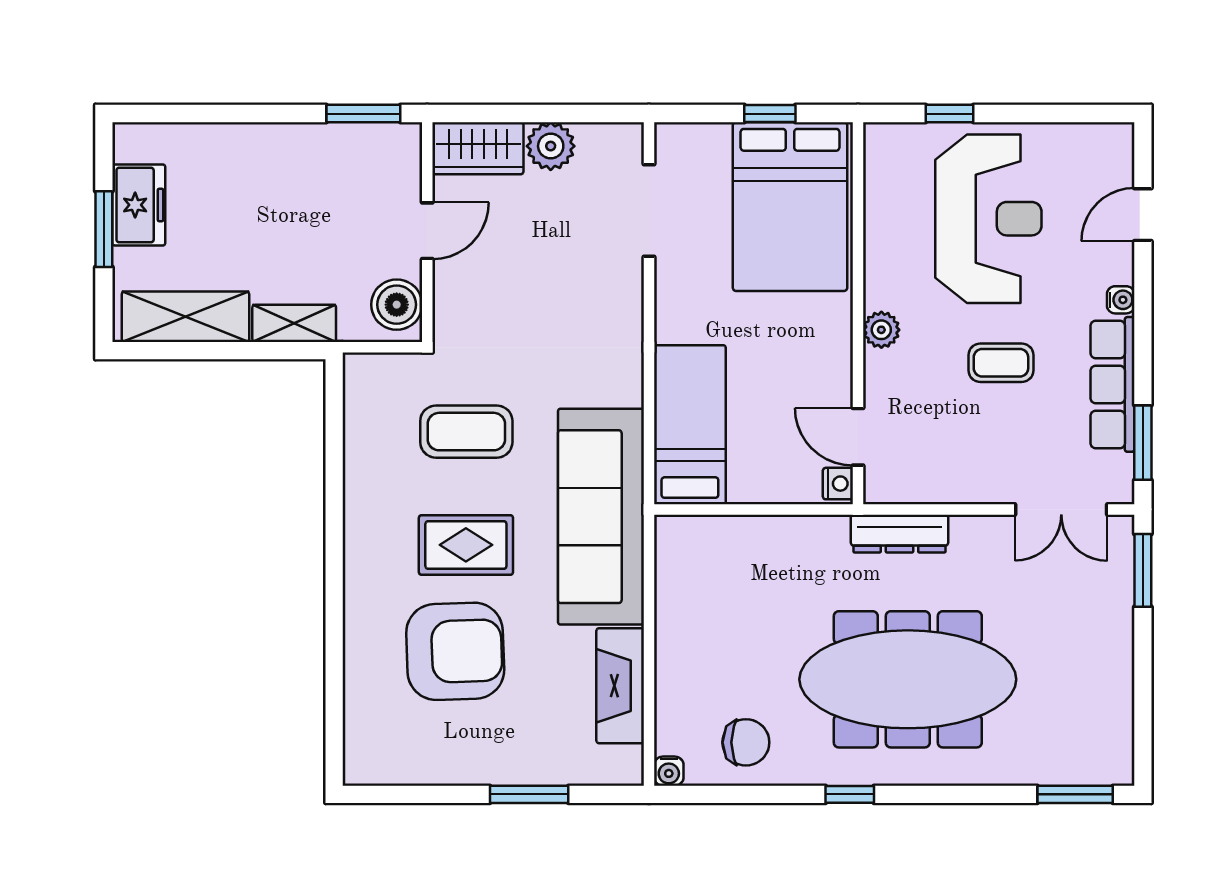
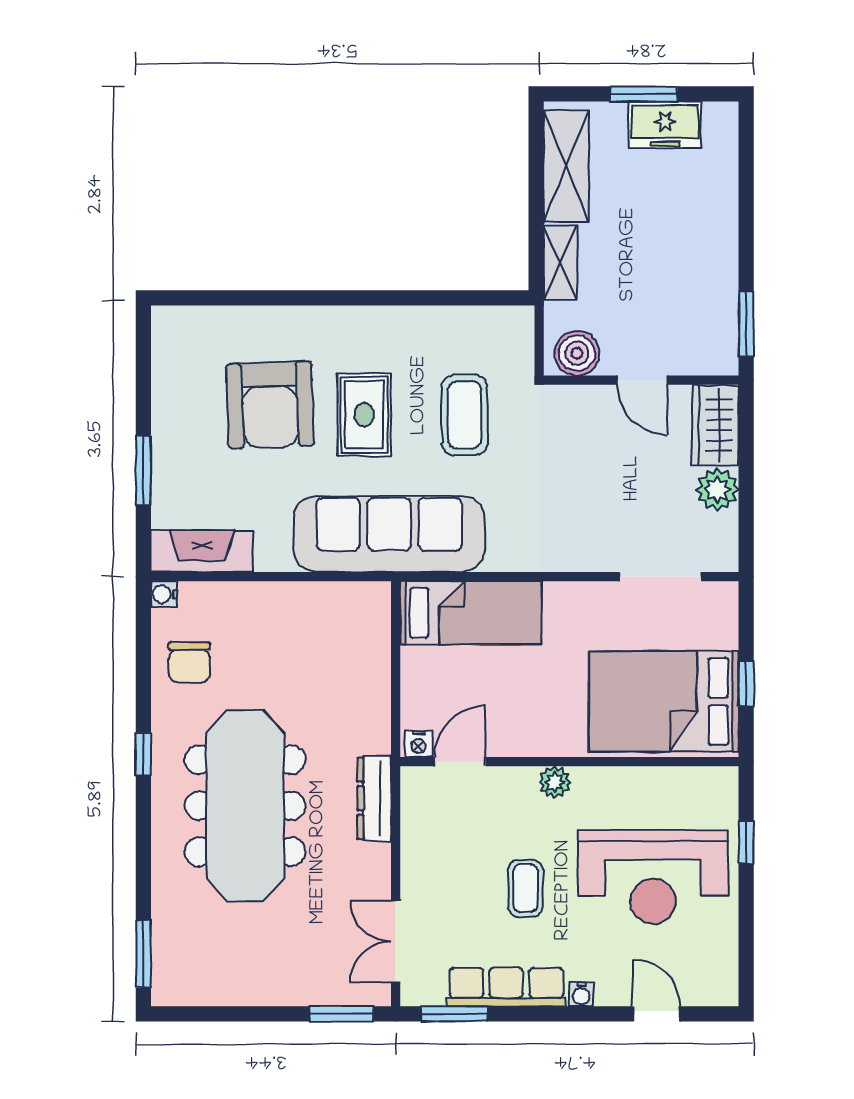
fireplace: (620, 686) -> (202, 551), moved

